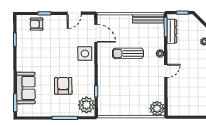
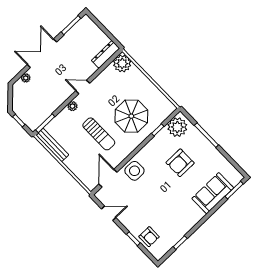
dresser: (172, 31) -> (106, 54), moved
parasol: (120, 83) -> (131, 116), added

